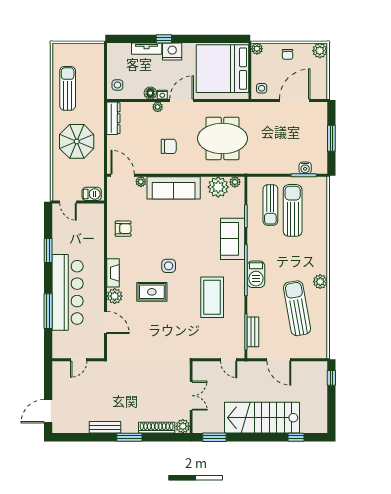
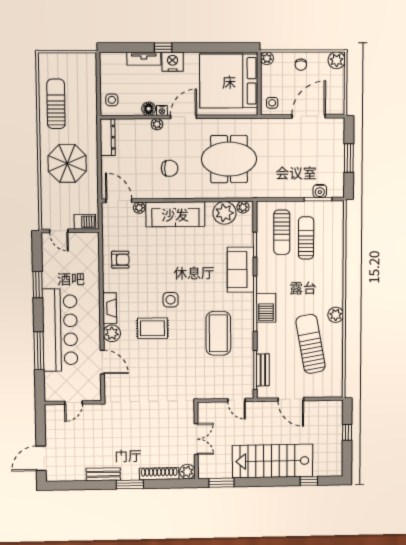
sun lounger: (293, 210) -> (306, 238), width x0.73, depth x0.75
window: (331, 378) -> (347, 432), moved

